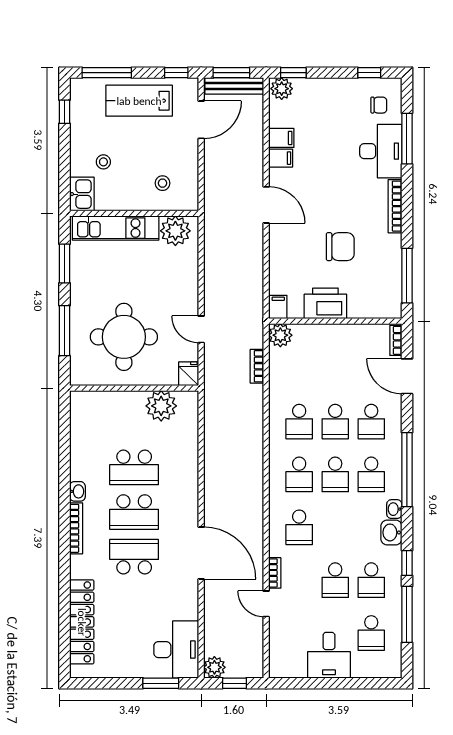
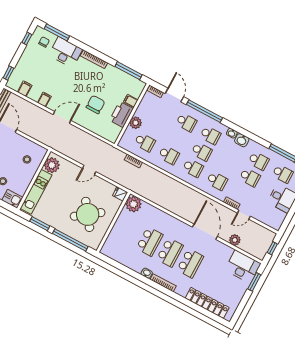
plant: (282, 89) -> (13, 82), removed
filing cabinet: (281, 138) -> (25, 89), moved
window: (407, 139) -> (57, 32), moved
chair: (340, 247) -> (95, 105), moved
filing cabinet: (278, 307) -> (131, 101), moved
door: (201, 329) -> (89, 170), moved
window: (64, 331) -> (70, 240), width x1.46
plant: (280, 335) -> (136, 123), moved
round table: (124, 337) -> (88, 214), turned -36
door: (407, 376) -> (174, 95), swing flipped
plant: (161, 406) -> (134, 204), moved
school desk: (335, 422) -> (145, 142), moved
window: (407, 470) -> (204, 111), moved
door: (201, 553) -> (205, 232), hinge flipped
school desk: (134, 557) -> (190, 263), turned 180
window: (407, 563) -> (259, 140), removed
plant: (214, 667) -> (235, 240), moved

